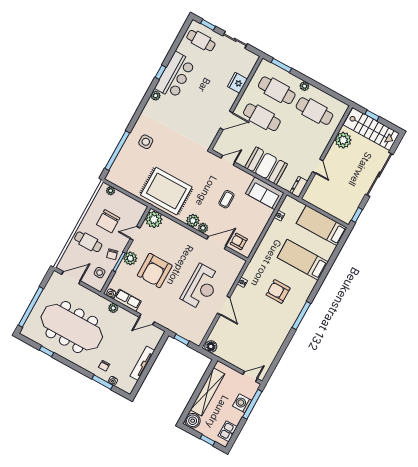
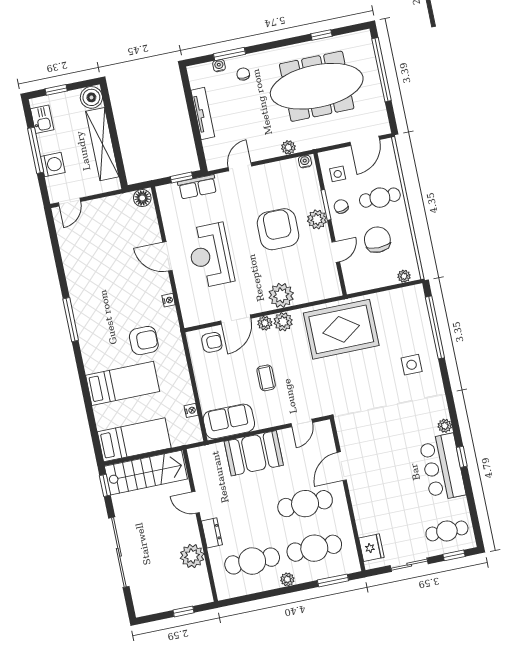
fridge: (237, 83) -> (371, 548), moved
stairs: (371, 129) -> (146, 473), moved, turned 180
dresser: (299, 187) -> (212, 533), moved
plant: (154, 219) -> (281, 295), moved
armchair: (278, 291) -> (144, 341), moved
row of seats: (127, 300) -> (197, 187), moved
window: (252, 404) -> (36, 150), moved

